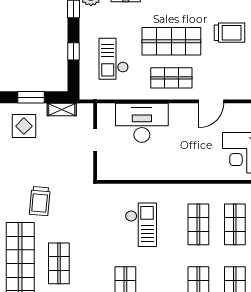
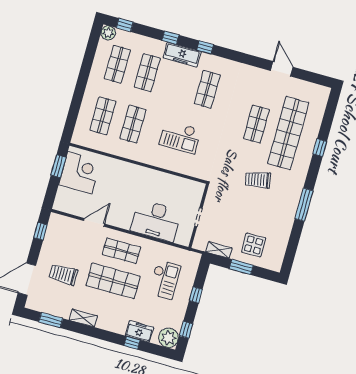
trolley: (40, 201) -> (258, 180), turned -106
checkout: (141, 225) -> (180, 137), turned -90

